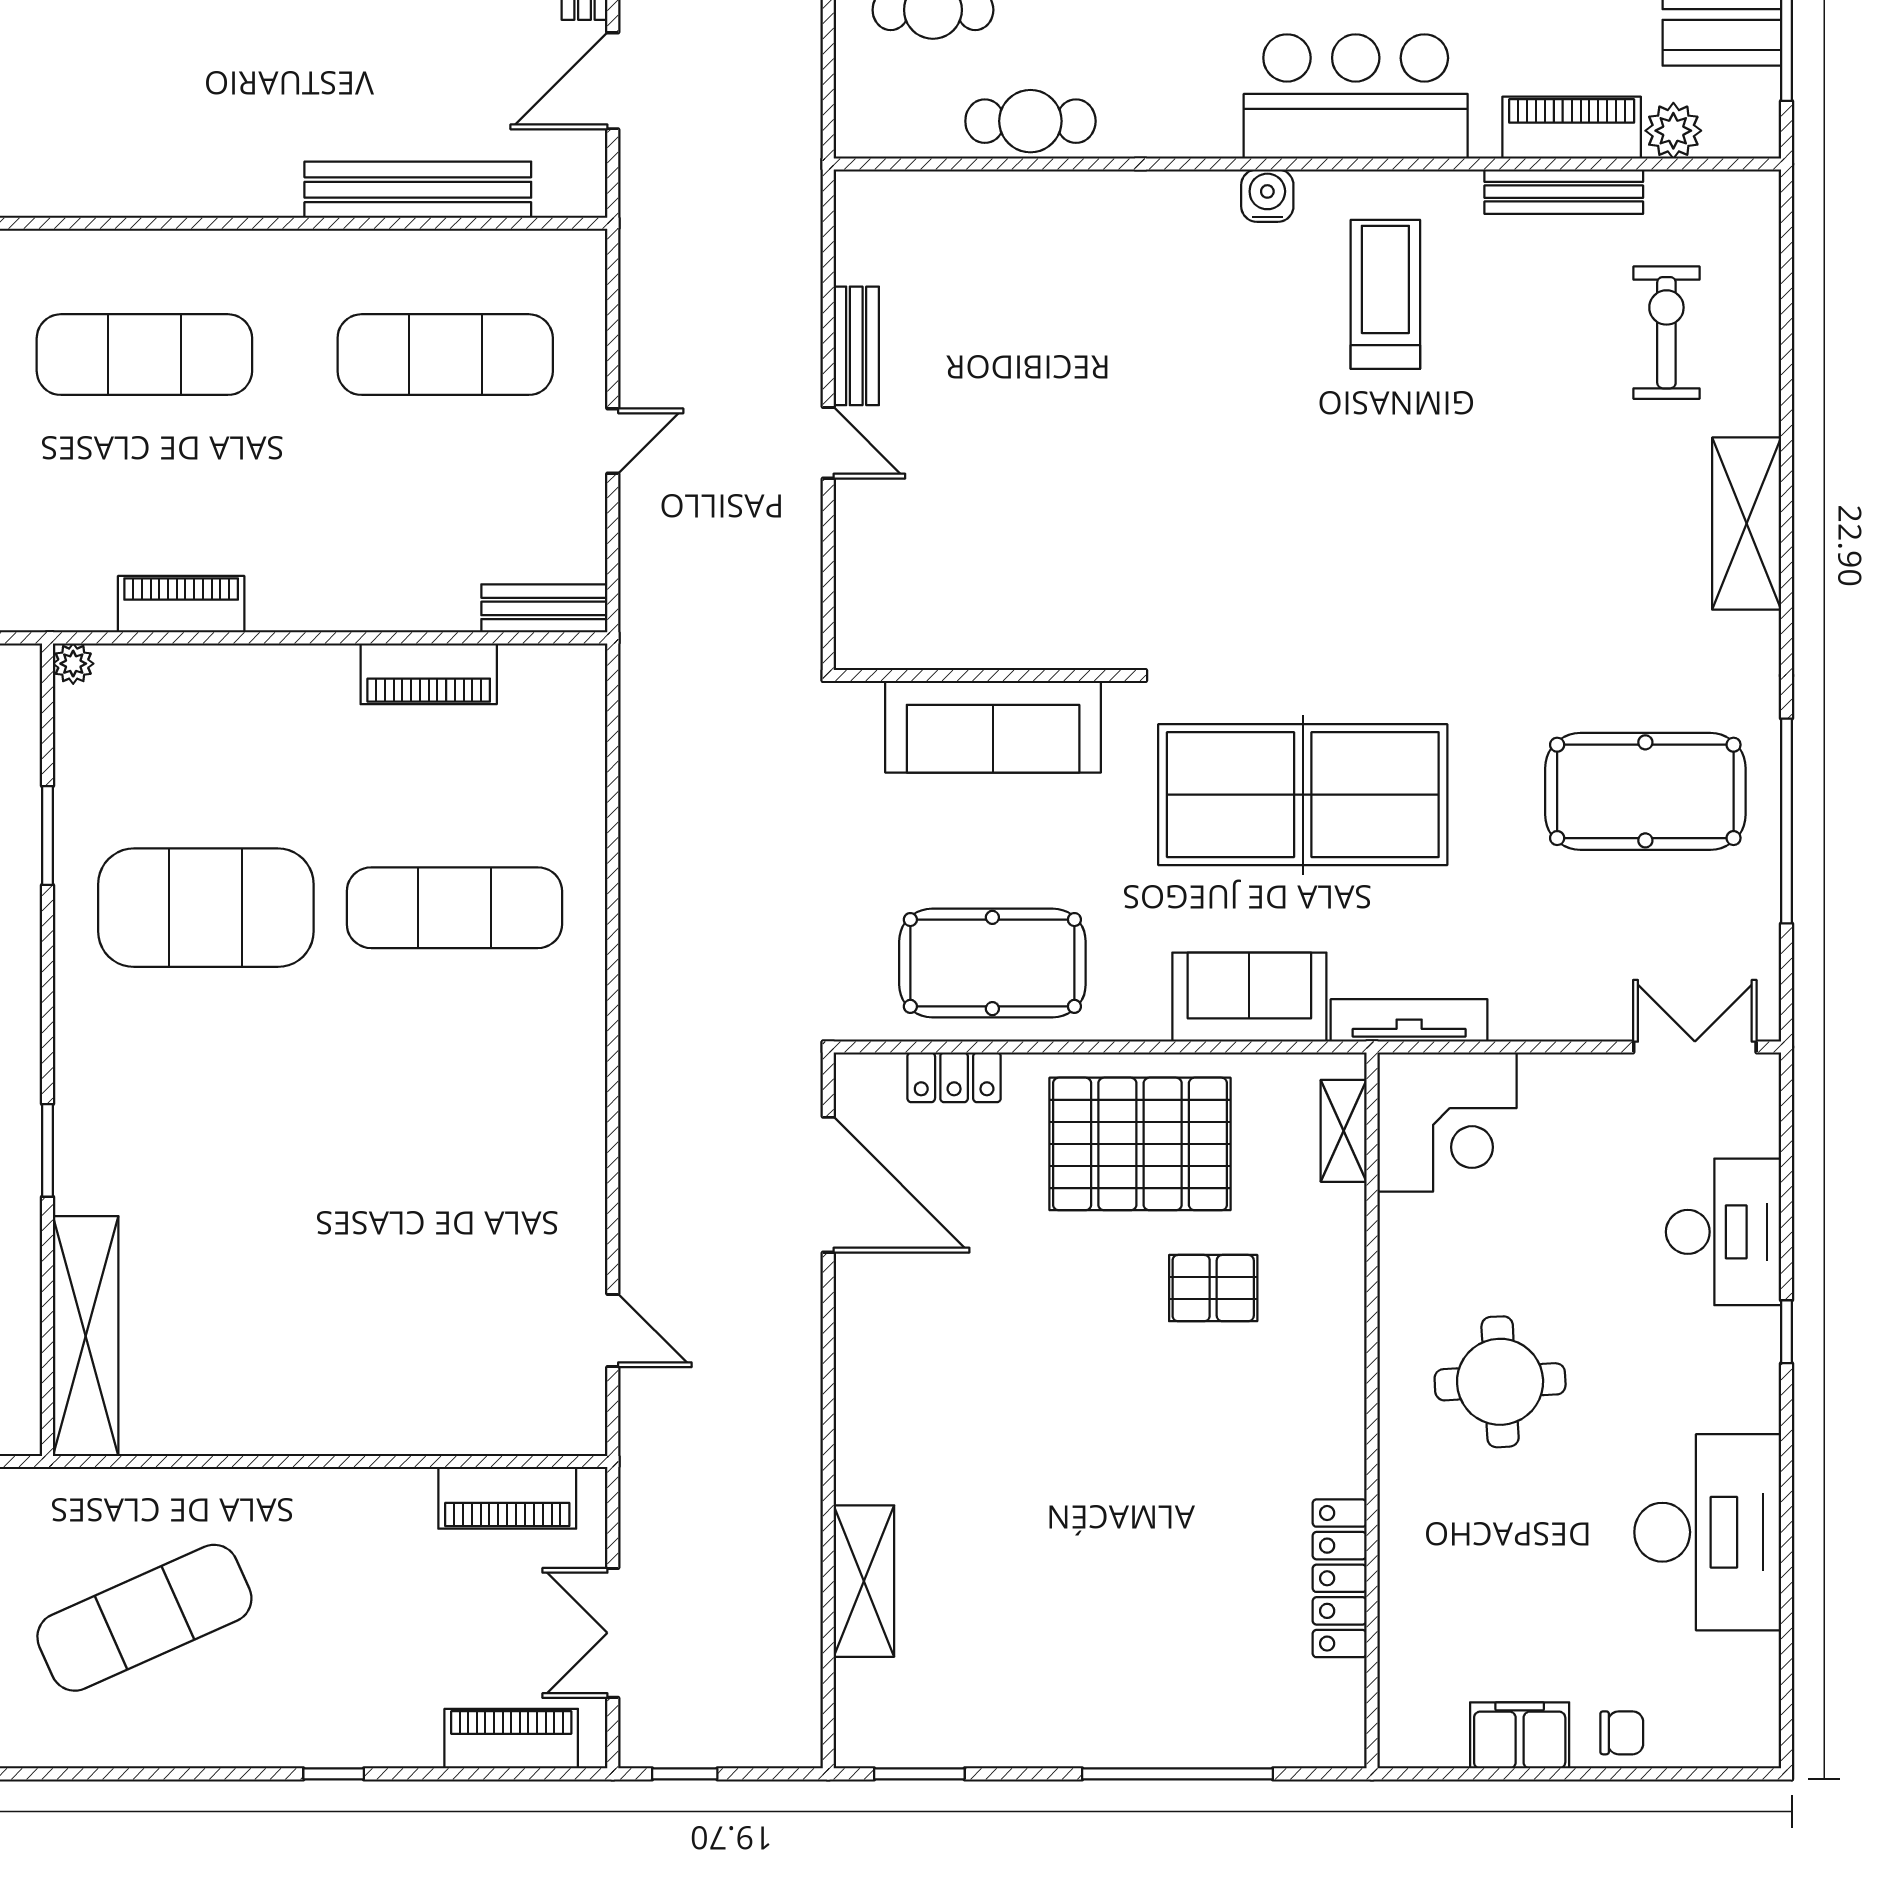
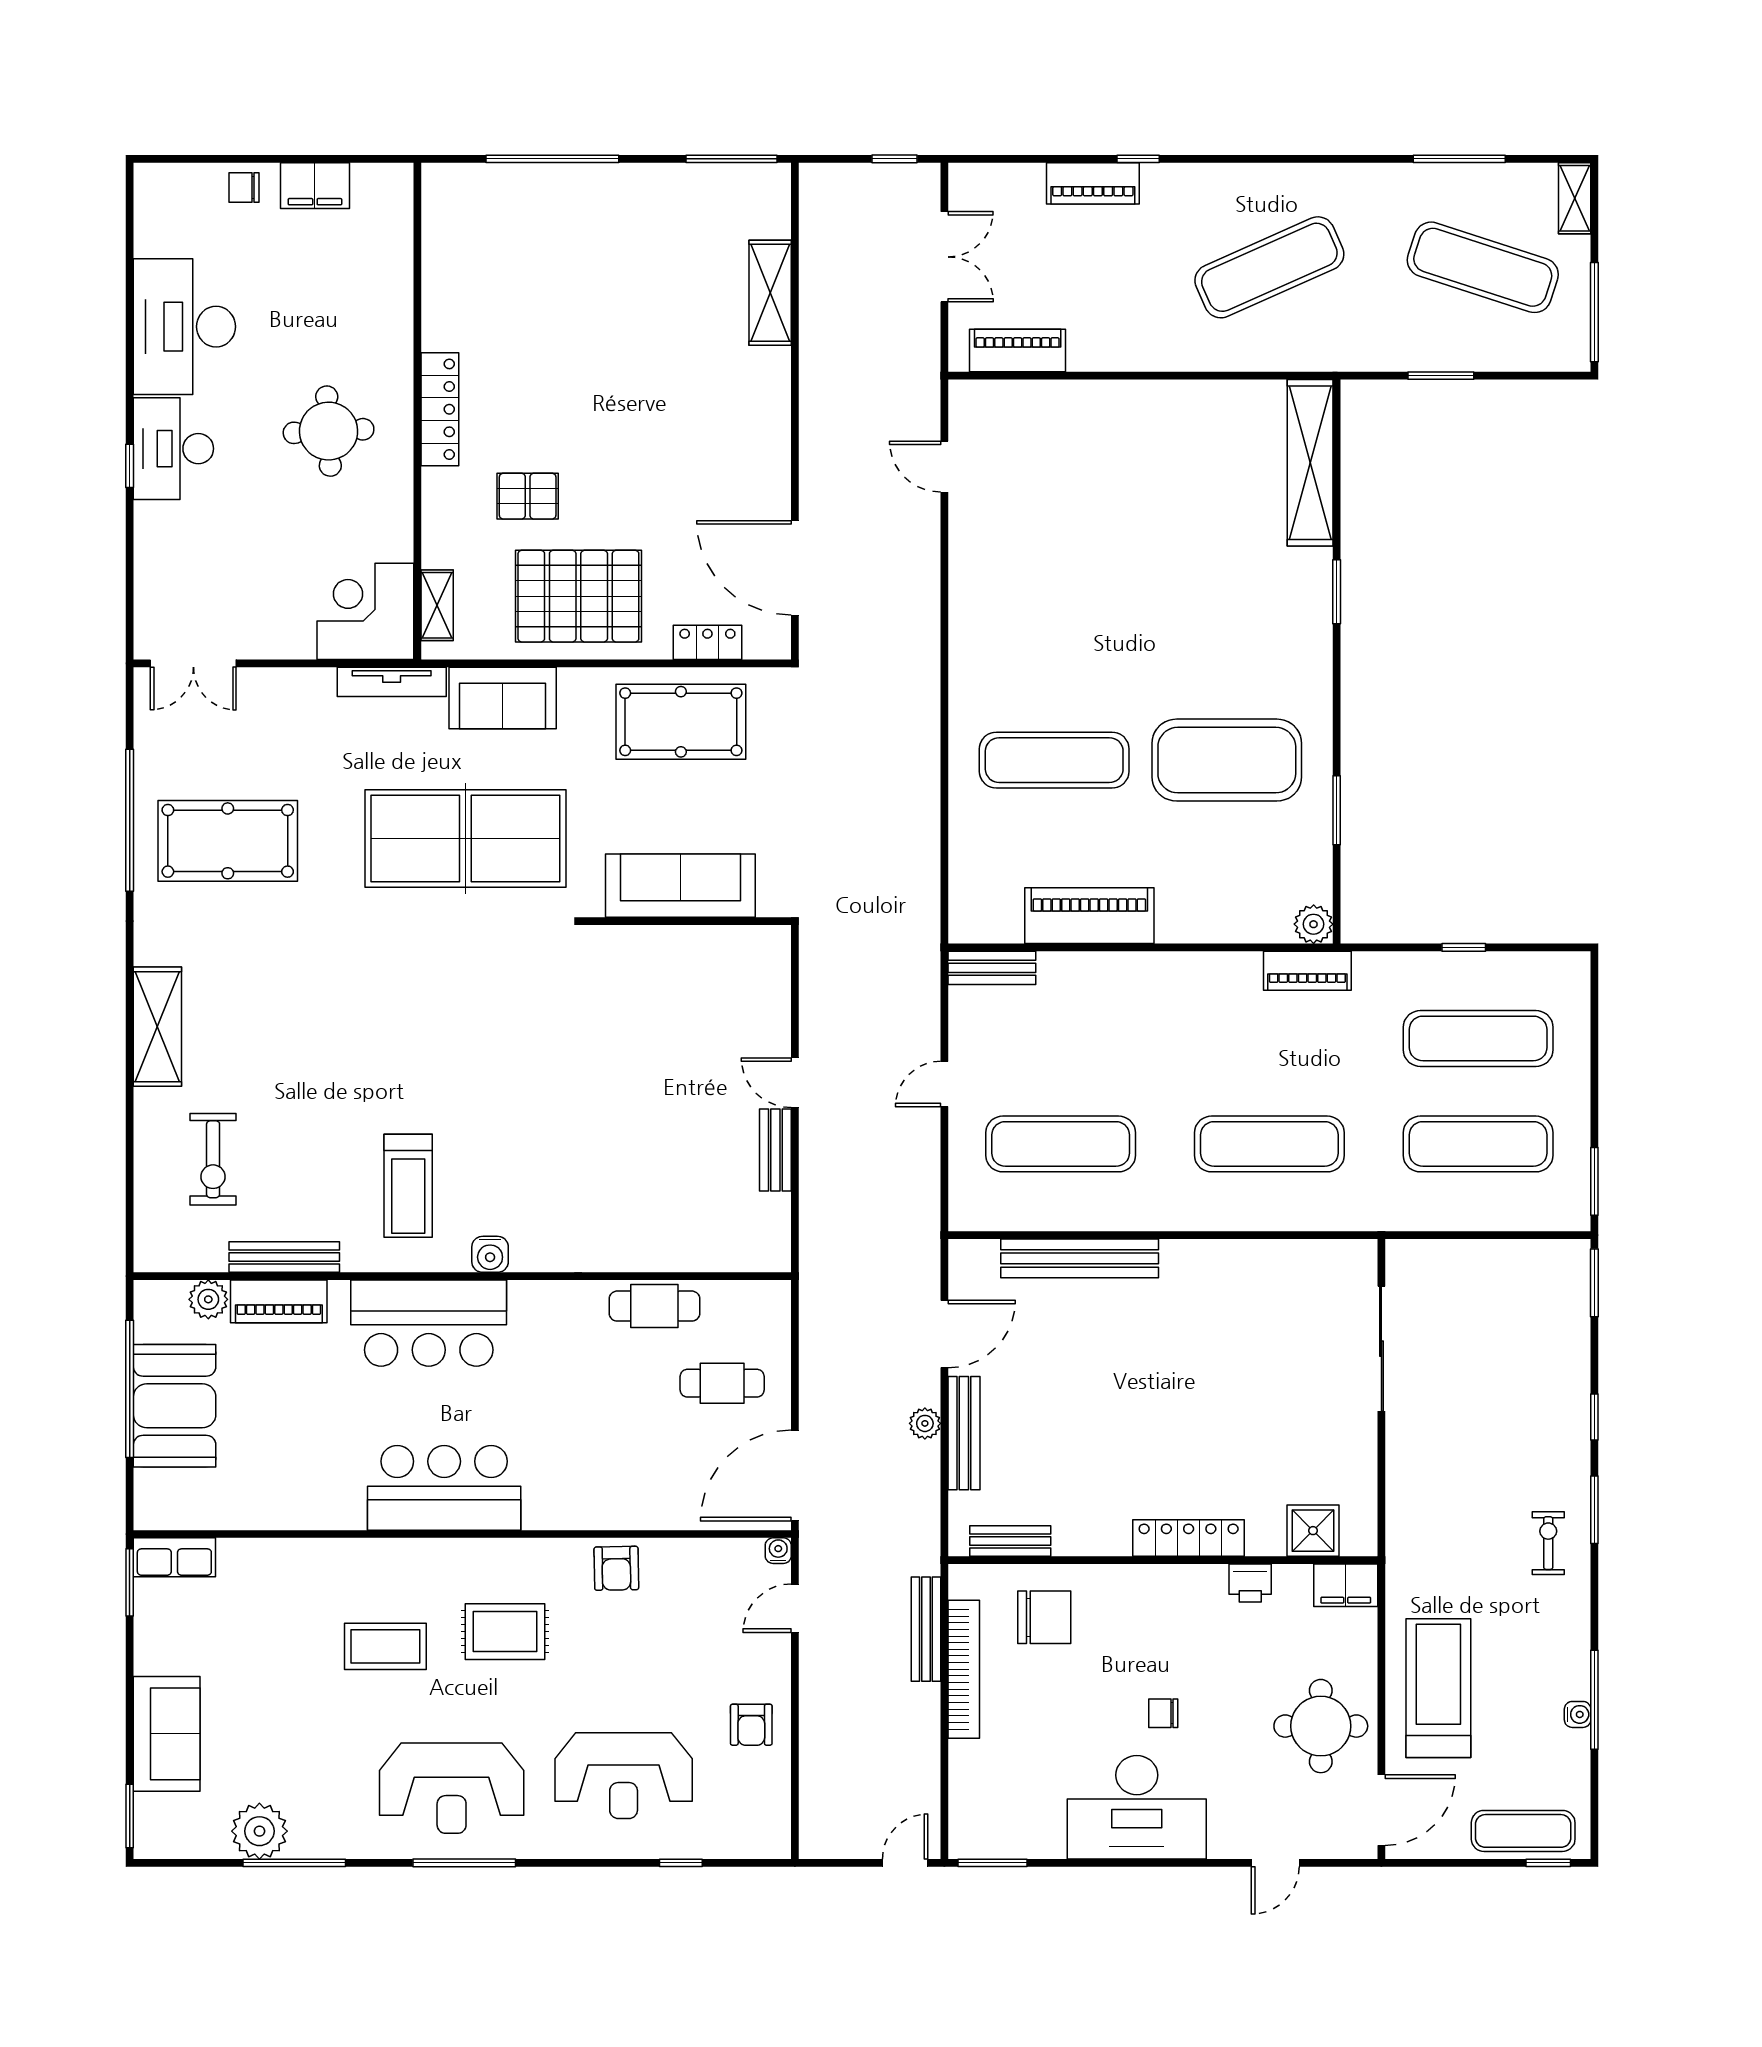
piano: (181, 604) -> (1307, 971), moved
plant: (73, 664) -> (1314, 924), width x1.38, depth x1.38
piano: (429, 674) -> (1089, 916), width x1.37, depth x1.33
desk: (1724, 1232) -> (173, 449), moved
locker: (1340, 1578) -> (440, 409), moved
piano: (511, 1739) -> (1093, 183), moved
window: (919, 1774) -> (732, 159), width x1.44

